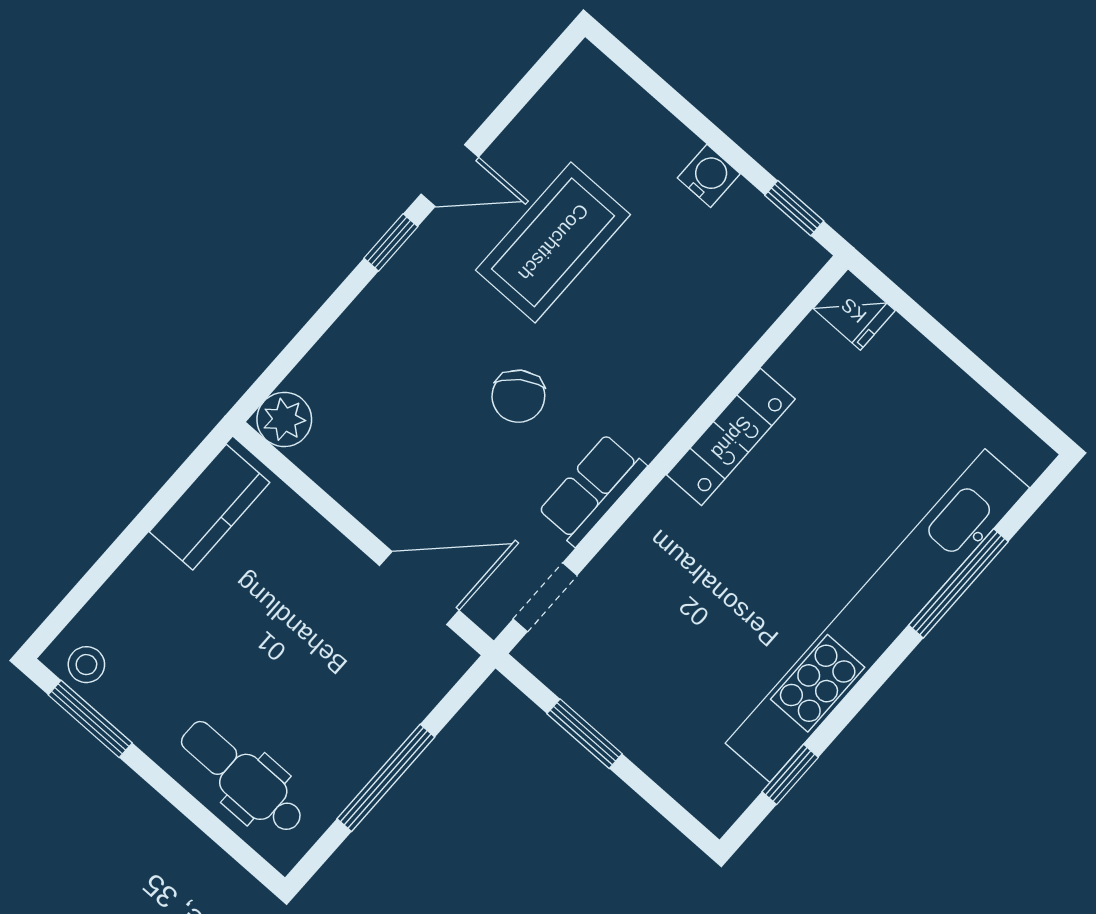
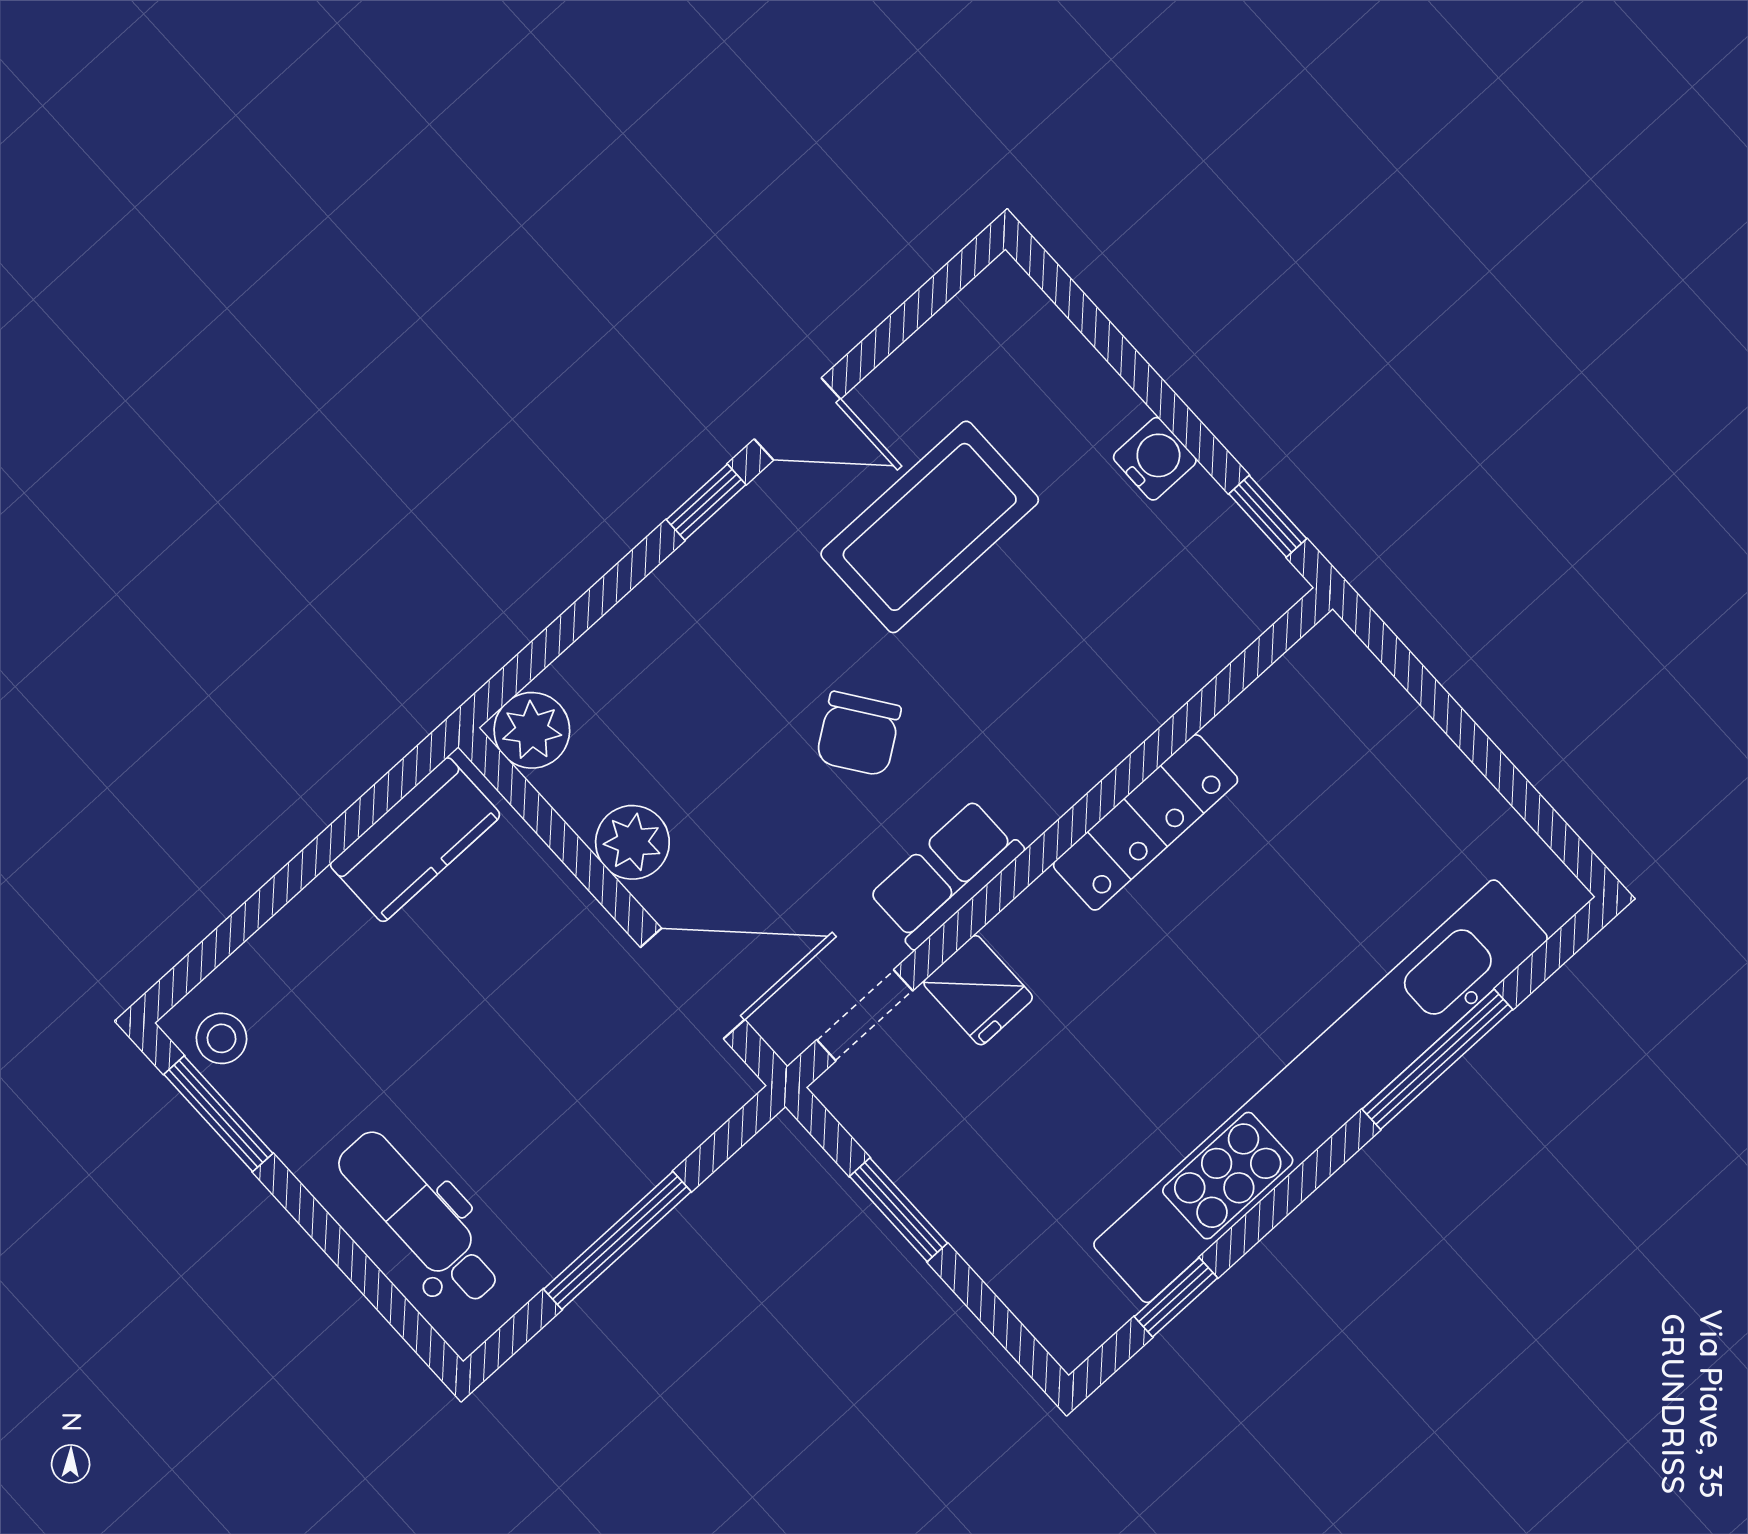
fridge: (854, 310) -> (978, 990), moved
plant: (365, 492) -> (632, 842), added

